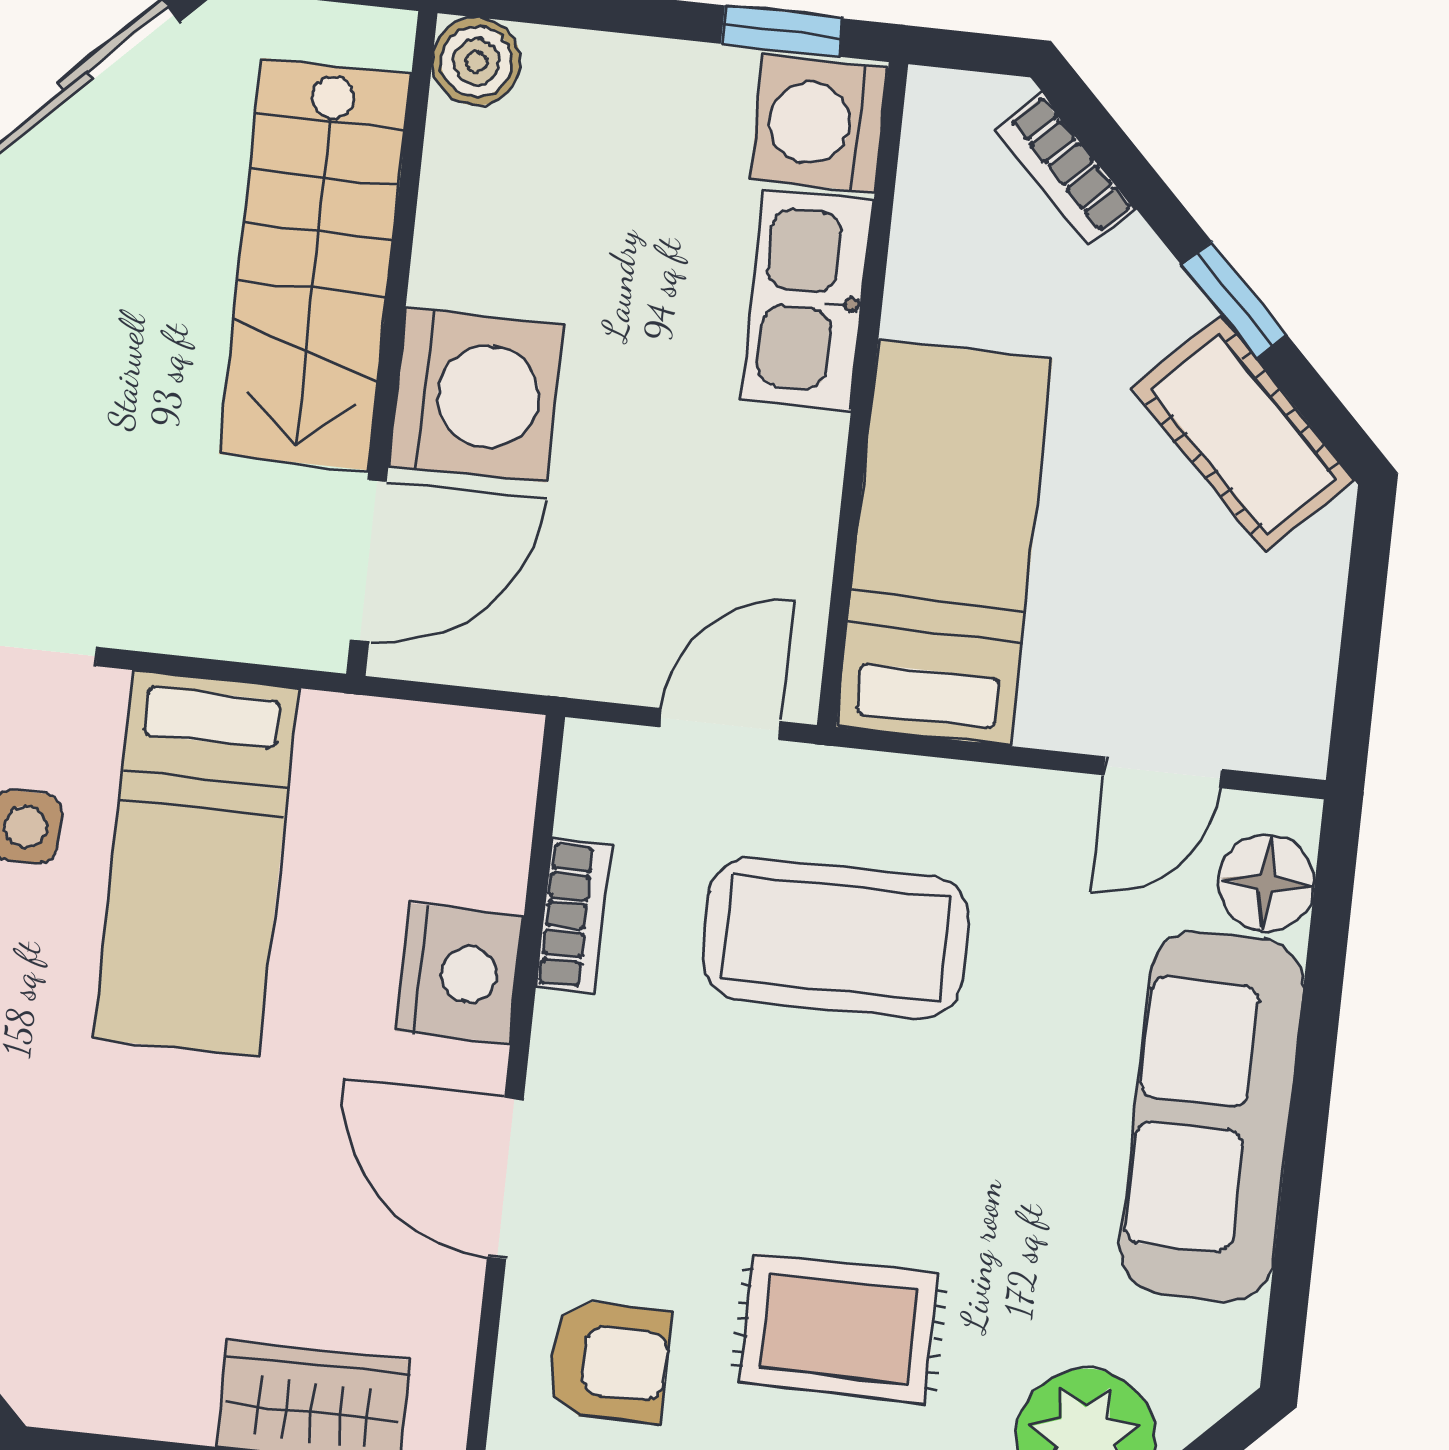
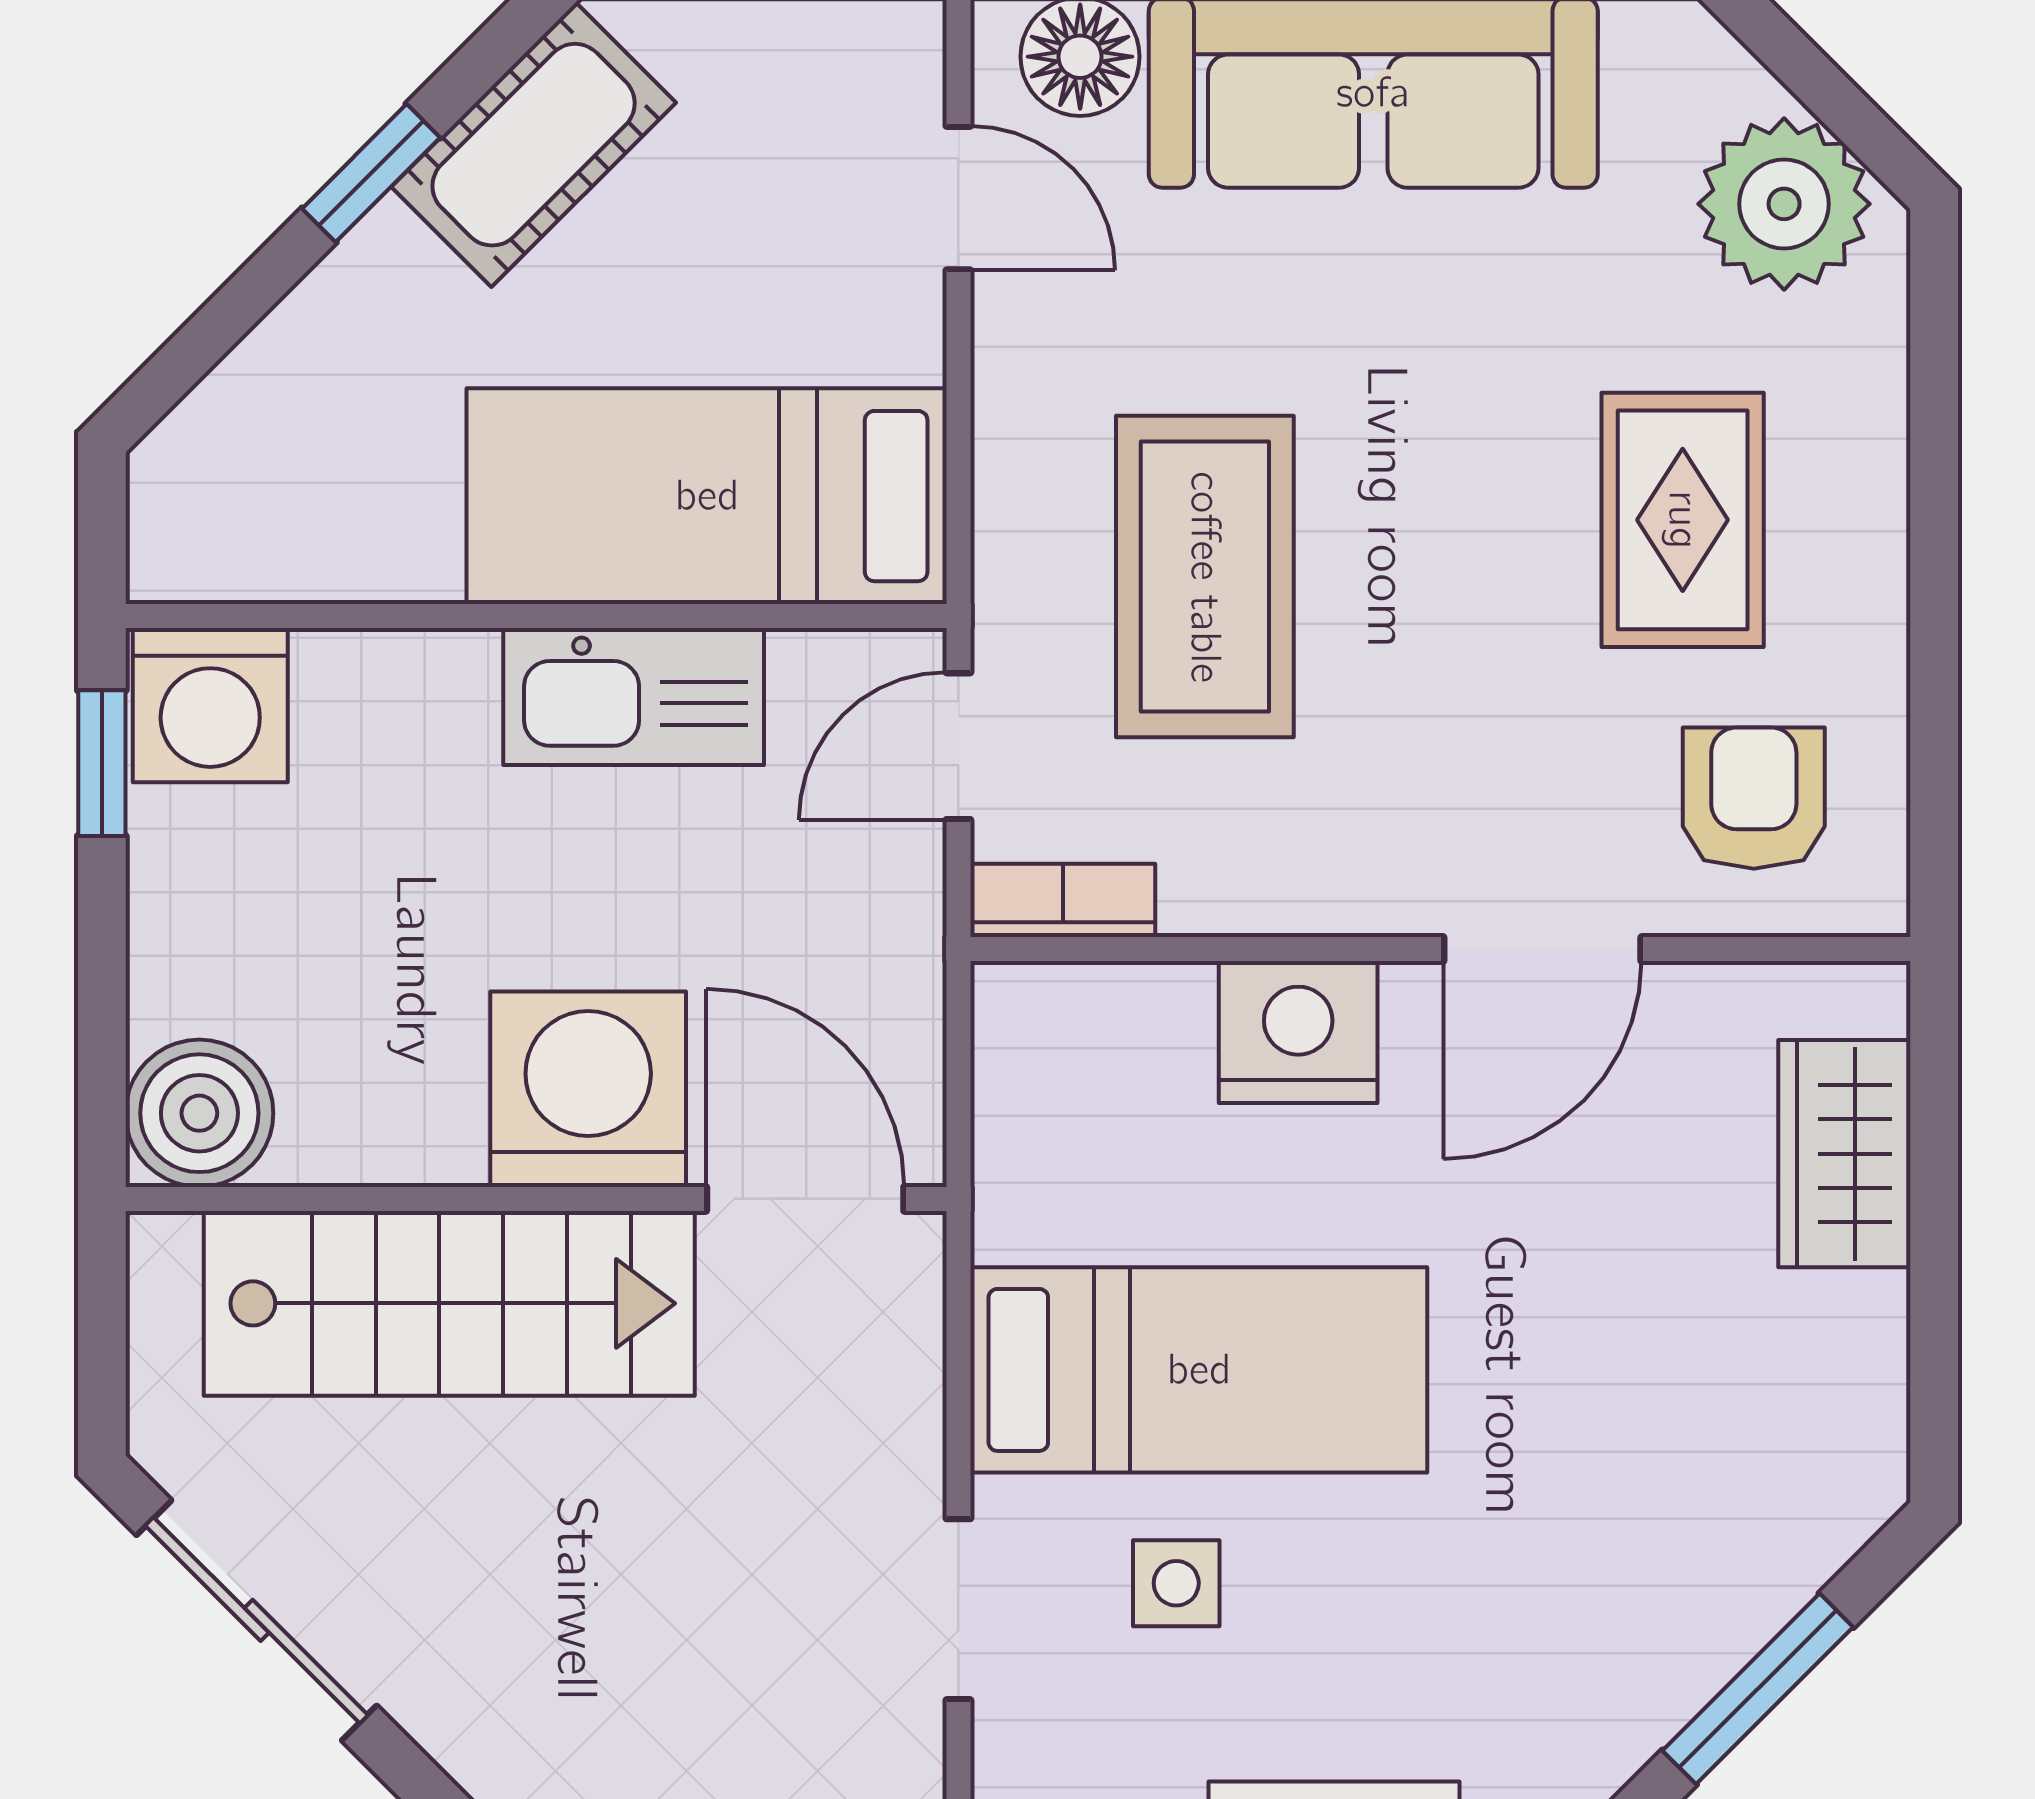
boiler: (476, 62) -> (199, 1113), width x1.36, depth x1.36
bookcase: (1065, 169) -> (232, 398), removed
kitchen sink: (807, 300) -> (634, 696), moved
door: (720, 724) -> (958, 746), hinge flipped
bookcase: (574, 916) -> (1063, 900), moved

